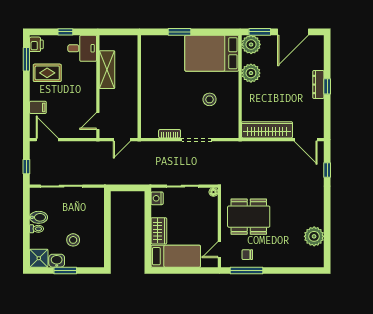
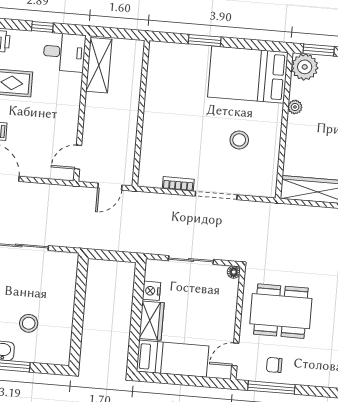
shelving: (107, 70) -> (99, 65), moved
plant: (251, 73) -> (295, 107), width x0.53, depth x0.53
nightstand: (157, 198) -> (151, 291), moved

